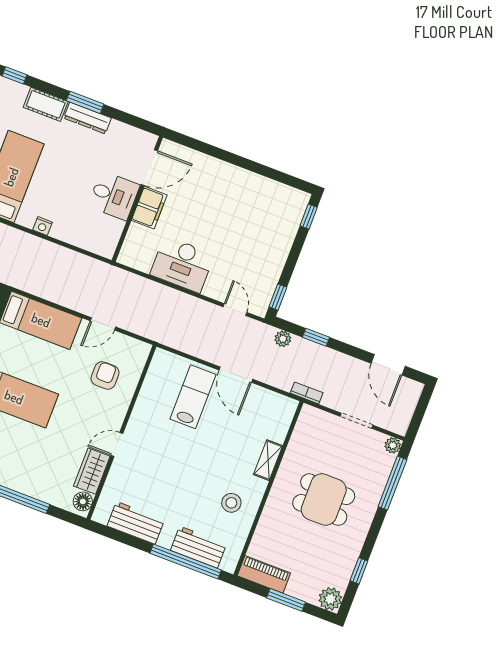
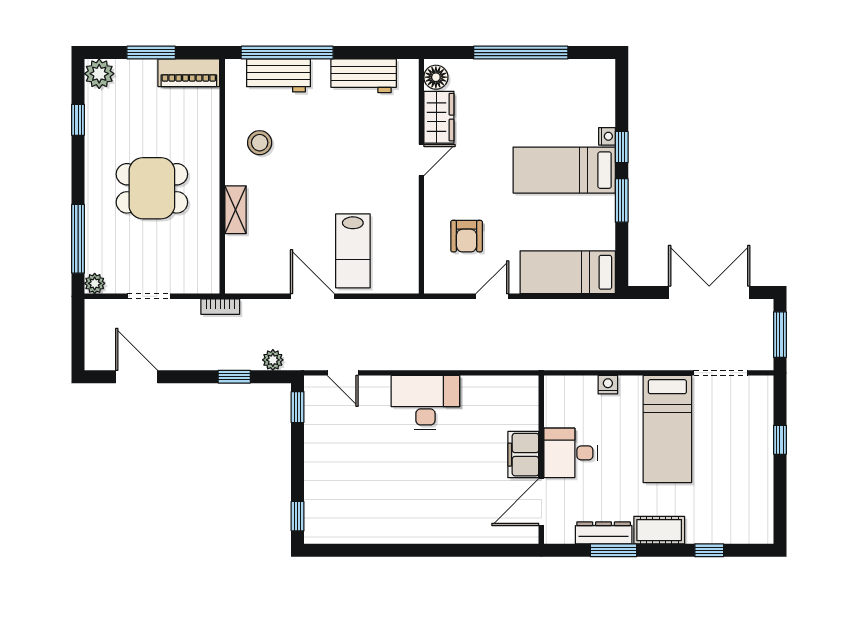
door: (149, 168) -> (541, 502), moved
desk: (114, 196) -> (571, 453), moved
wall: (137, 199) -> (541, 460), moved
filing cabinet: (149, 208) -> (523, 455), moved

